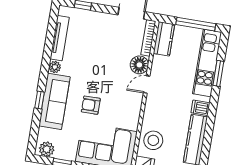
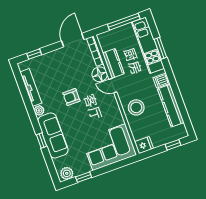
kitchen counter: (164, 39) -> (113, 63), moved
door: (147, 85) -> (113, 86), hinge flipped
armchair: (91, 105) -> (71, 97), moved
stool: (153, 140) -> (136, 107), moved

